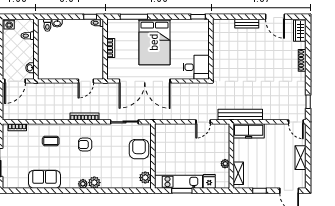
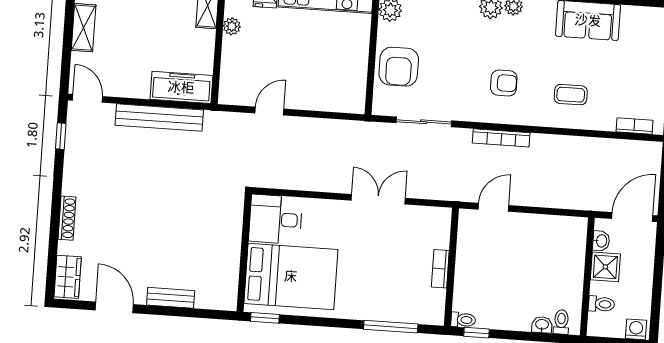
bed: (154, 42) -> (291, 276), moved, turned 90
shower: (27, 55) -> (605, 267), added
double door: (145, 81) -> (378, 199), width x0.54
bench: (240, 115) -> (159, 118), moved

